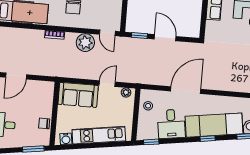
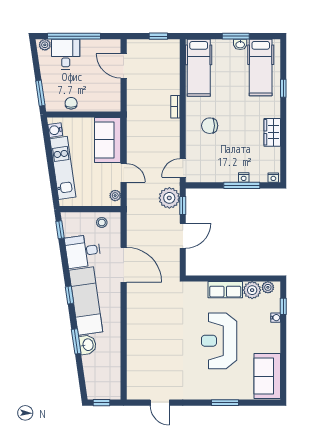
plant: (85, 43) -> (169, 198), moved

